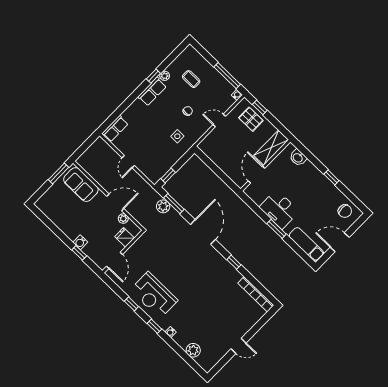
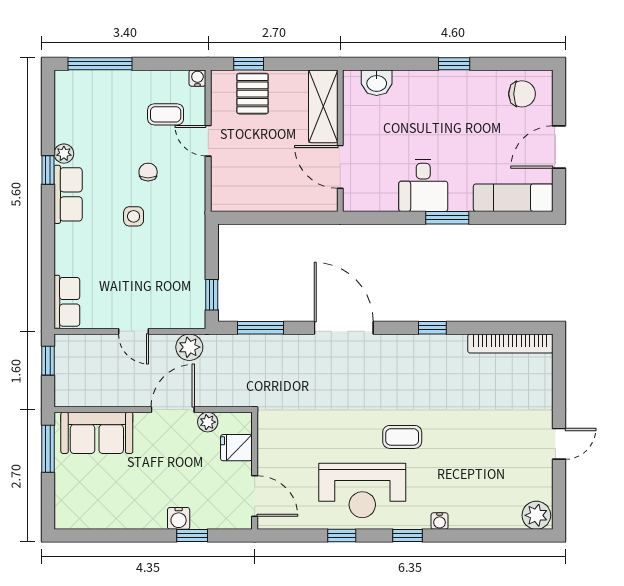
window: (227, 76) -> (100, 64), moved
coffee table: (191, 79) -> (166, 114), moved
pallet: (251, 119) -> (253, 94), turned 90
door: (219, 120) -> (208, 141), hinge flipped
side table: (177, 136) -> (134, 216), moved
window: (88, 143) -> (48, 361), added
plant: (163, 206) -> (189, 347), moved
desk: (279, 209) -> (423, 185), width x0.73
coffee table: (186, 290) -> (402, 437), added
plant: (193, 350) -> (536, 515), moved

